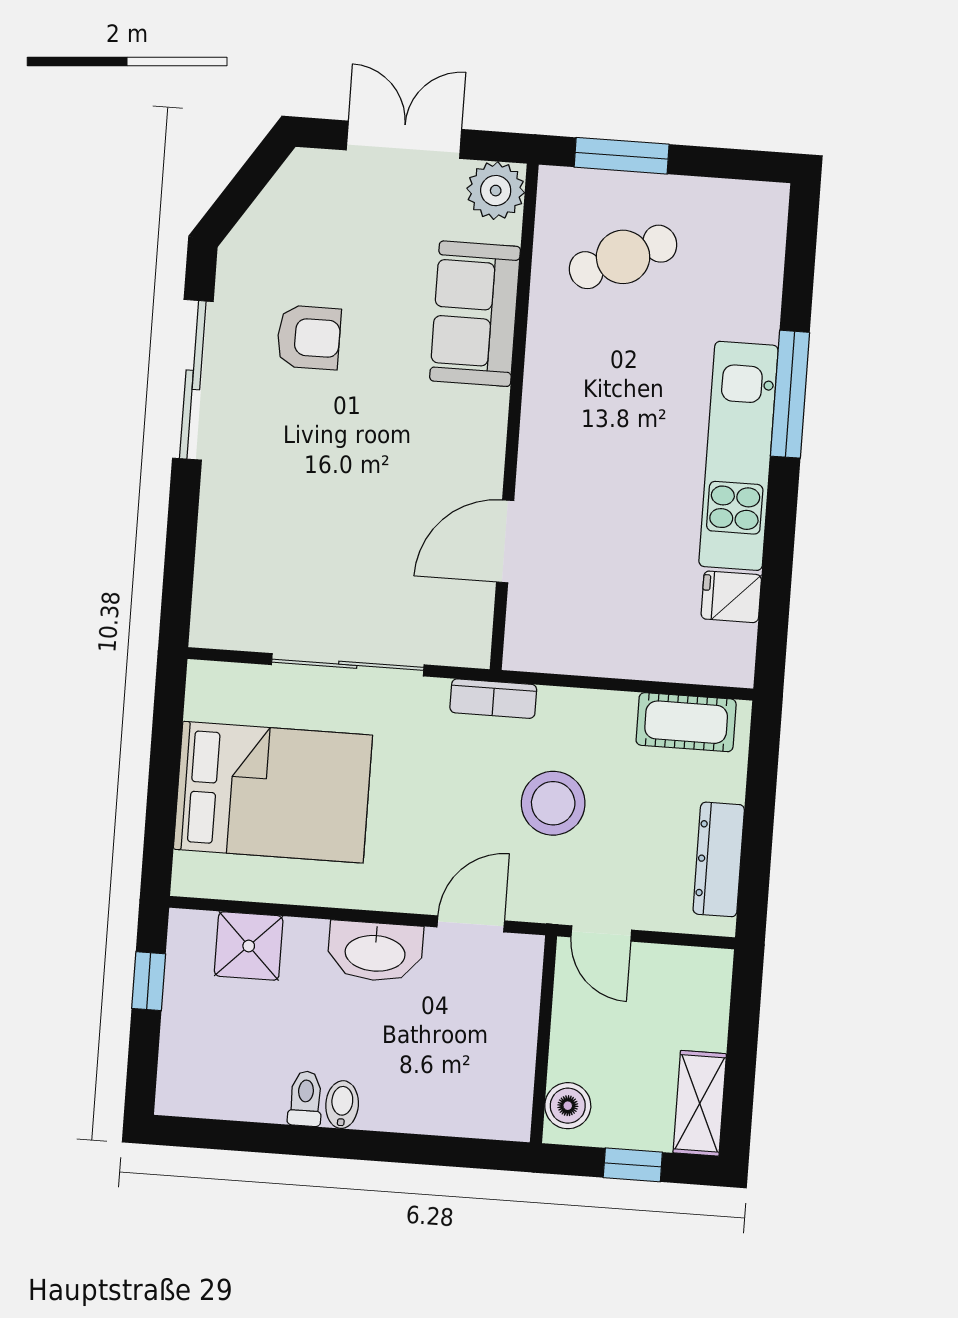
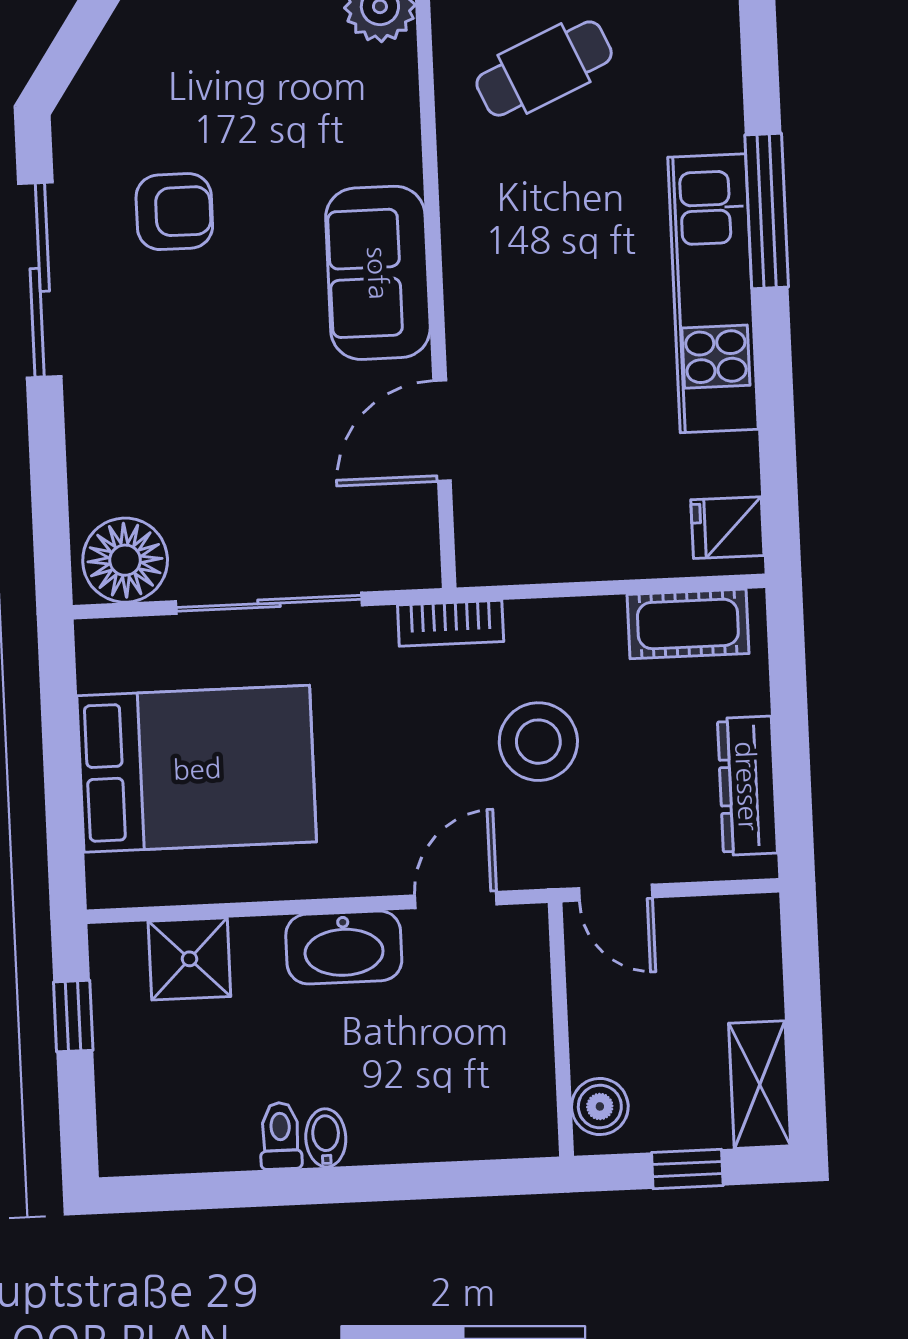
sofa: (475, 314) -> (378, 273), moved
fridge: (731, 597) -> (727, 528), moved
floor lamp: (235, 616) -> (125, 560), added

